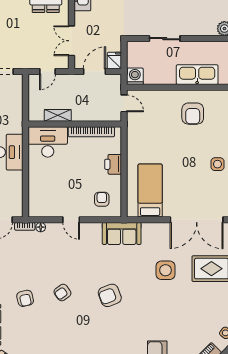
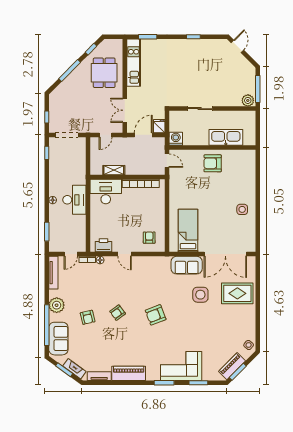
armchair: (193, 114) -> (213, 163), moved, turned 90
printer: (113, 164) -> (103, 245), moved, turned 90
sofa: (122, 233) -> (187, 265), moved

